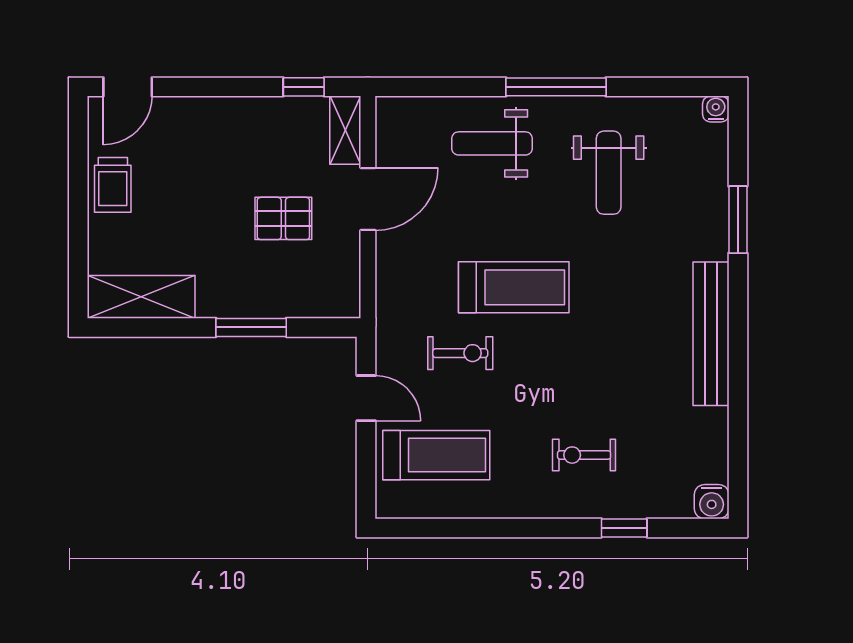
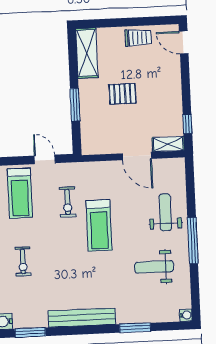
trolley: (113, 185) -> (138, 38), turned 180
pallet: (283, 218) -> (122, 94), moved, turned 90
door: (366, 398) -> (45, 159), swing flipped
window: (738, 446) -> (30, 332), added
exercise bike: (584, 455) -> (23, 261), turned 180

